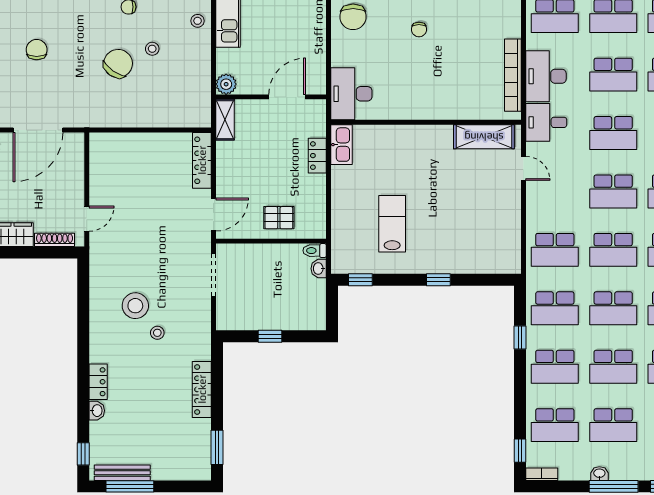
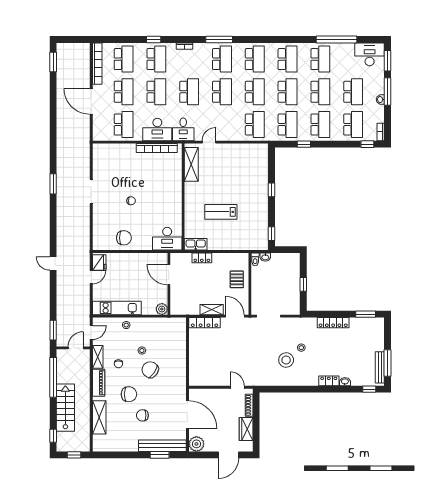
chair: (74, 26) -> (129, 394), added
shelving: (225, 120) -> (212, 310), moved
lab bench: (392, 224) -> (221, 212), moved

